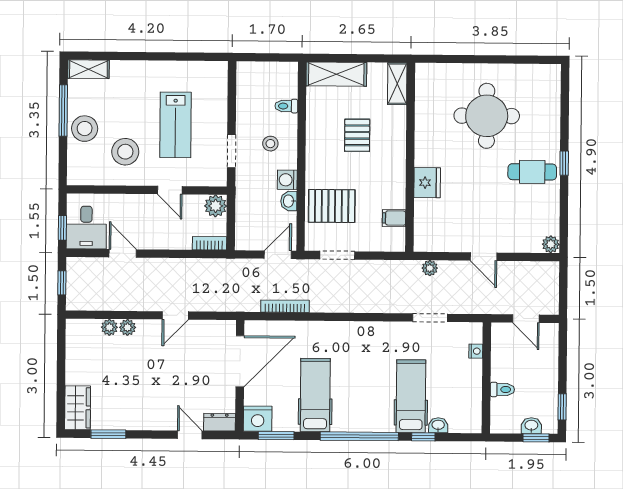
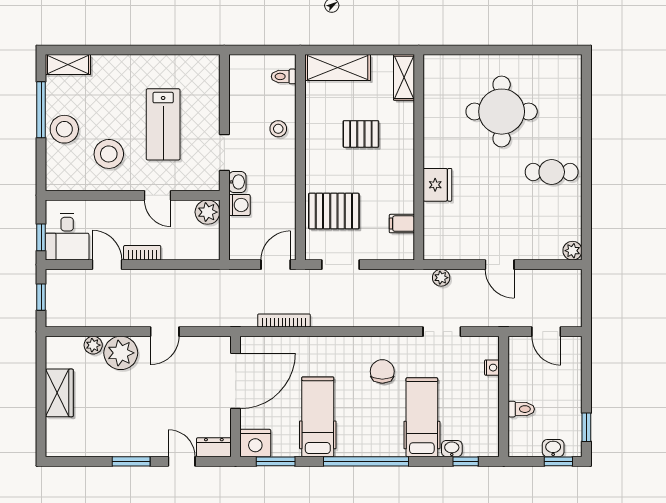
toilet: (286, 106) -> (284, 76), moved
pallet: (357, 135) -> (361, 134), turned 90
stool: (270, 144) -> (278, 129), moved
window: (564, 163) -> (586, 162), removed
washing machine: (287, 180) -> (239, 205), moved, turned 180
washbasin: (289, 201) -> (237, 182), moved, turned 180
bookcase: (210, 243) -> (142, 253), moved
plant: (128, 327) -> (121, 353), width x1.87, depth x1.87
chair: (375, 354) -> (382, 371), added
wardrobe: (78, 408) -> (59, 393), moved
window: (108, 434) -> (131, 461), moved
window: (423, 437) -> (466, 461), moved

